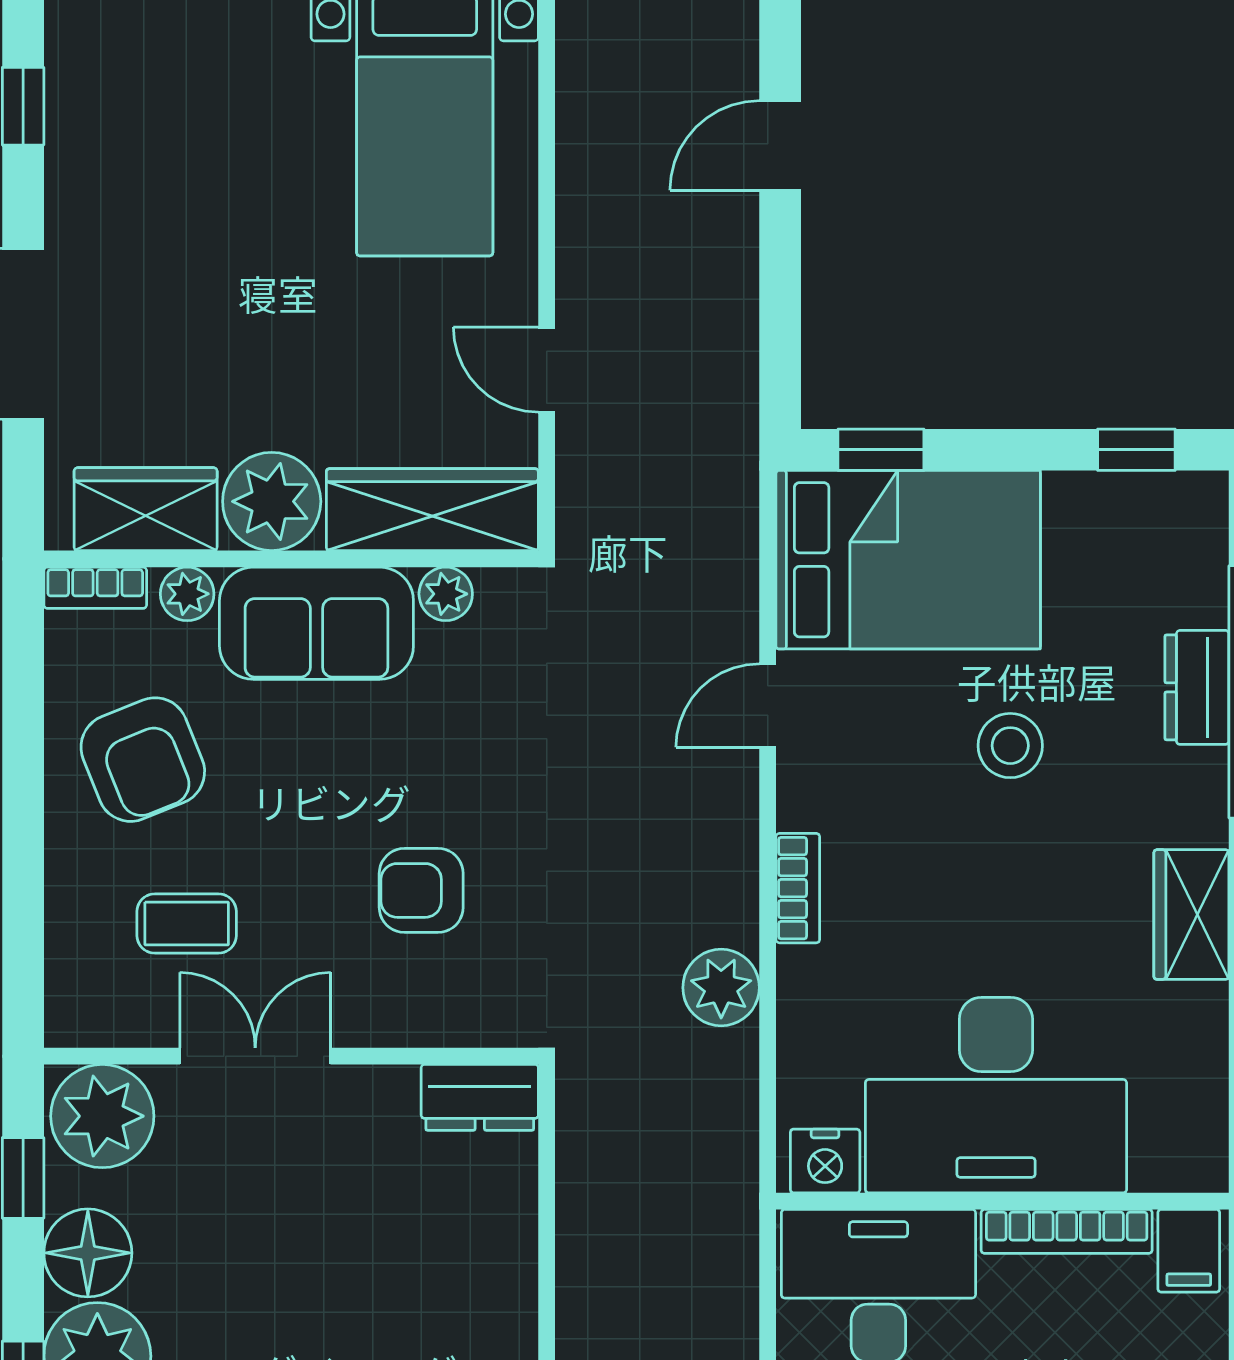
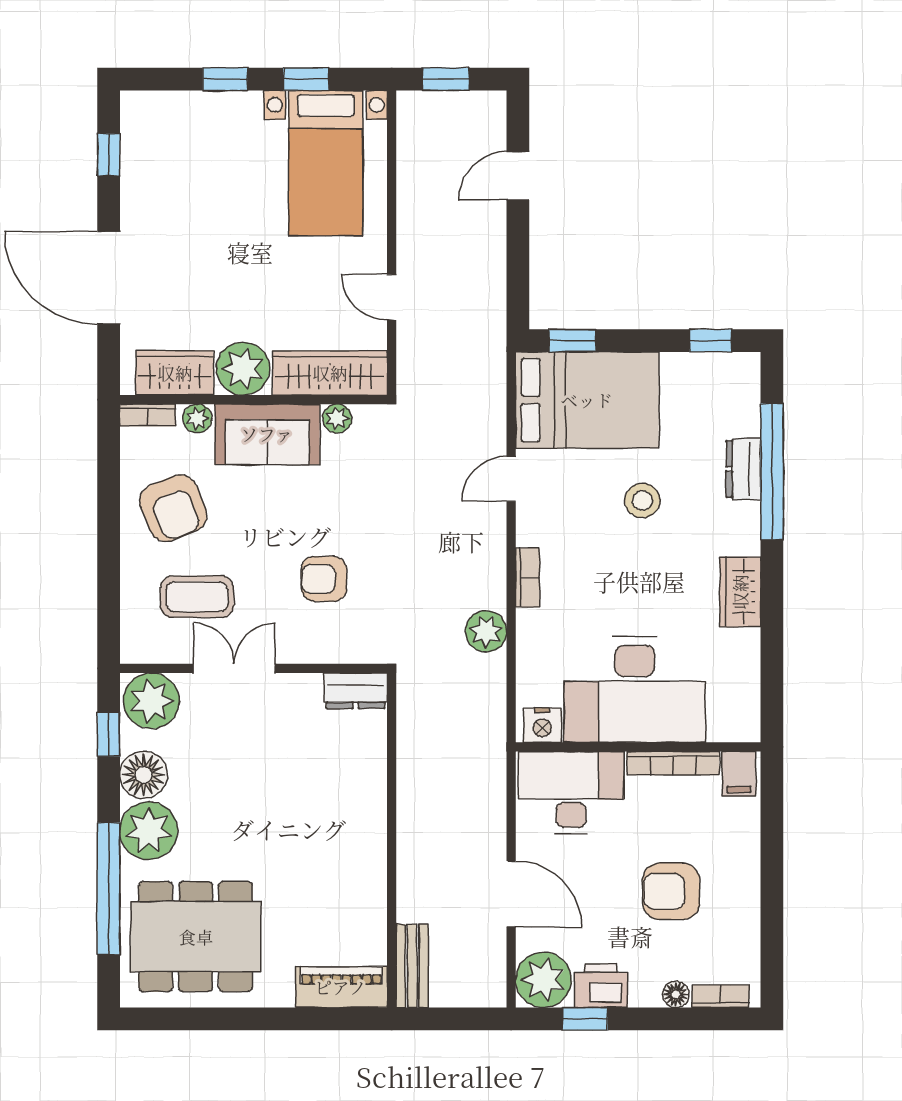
coffee table: (187, 923) -> (197, 597), width x1.36, depth x1.30

